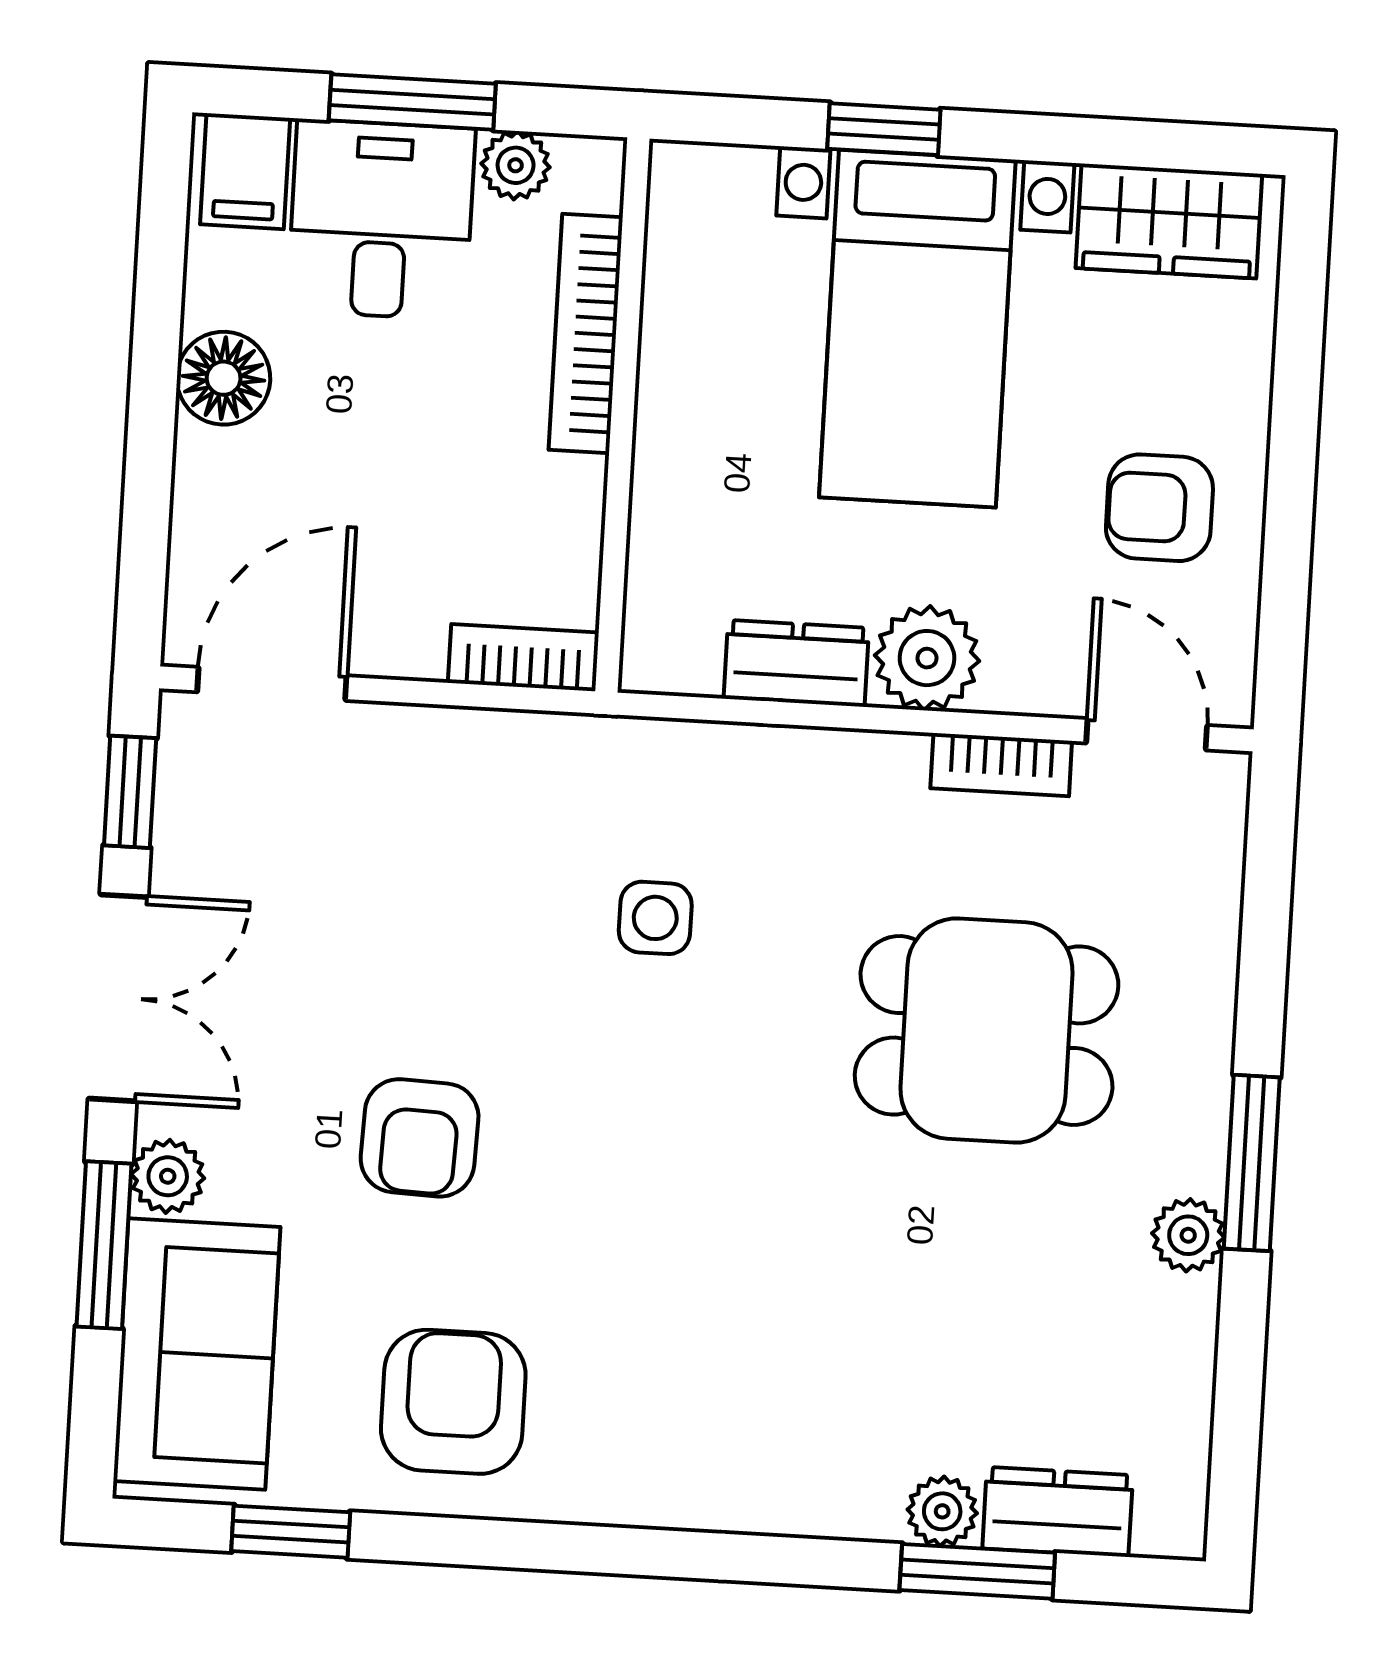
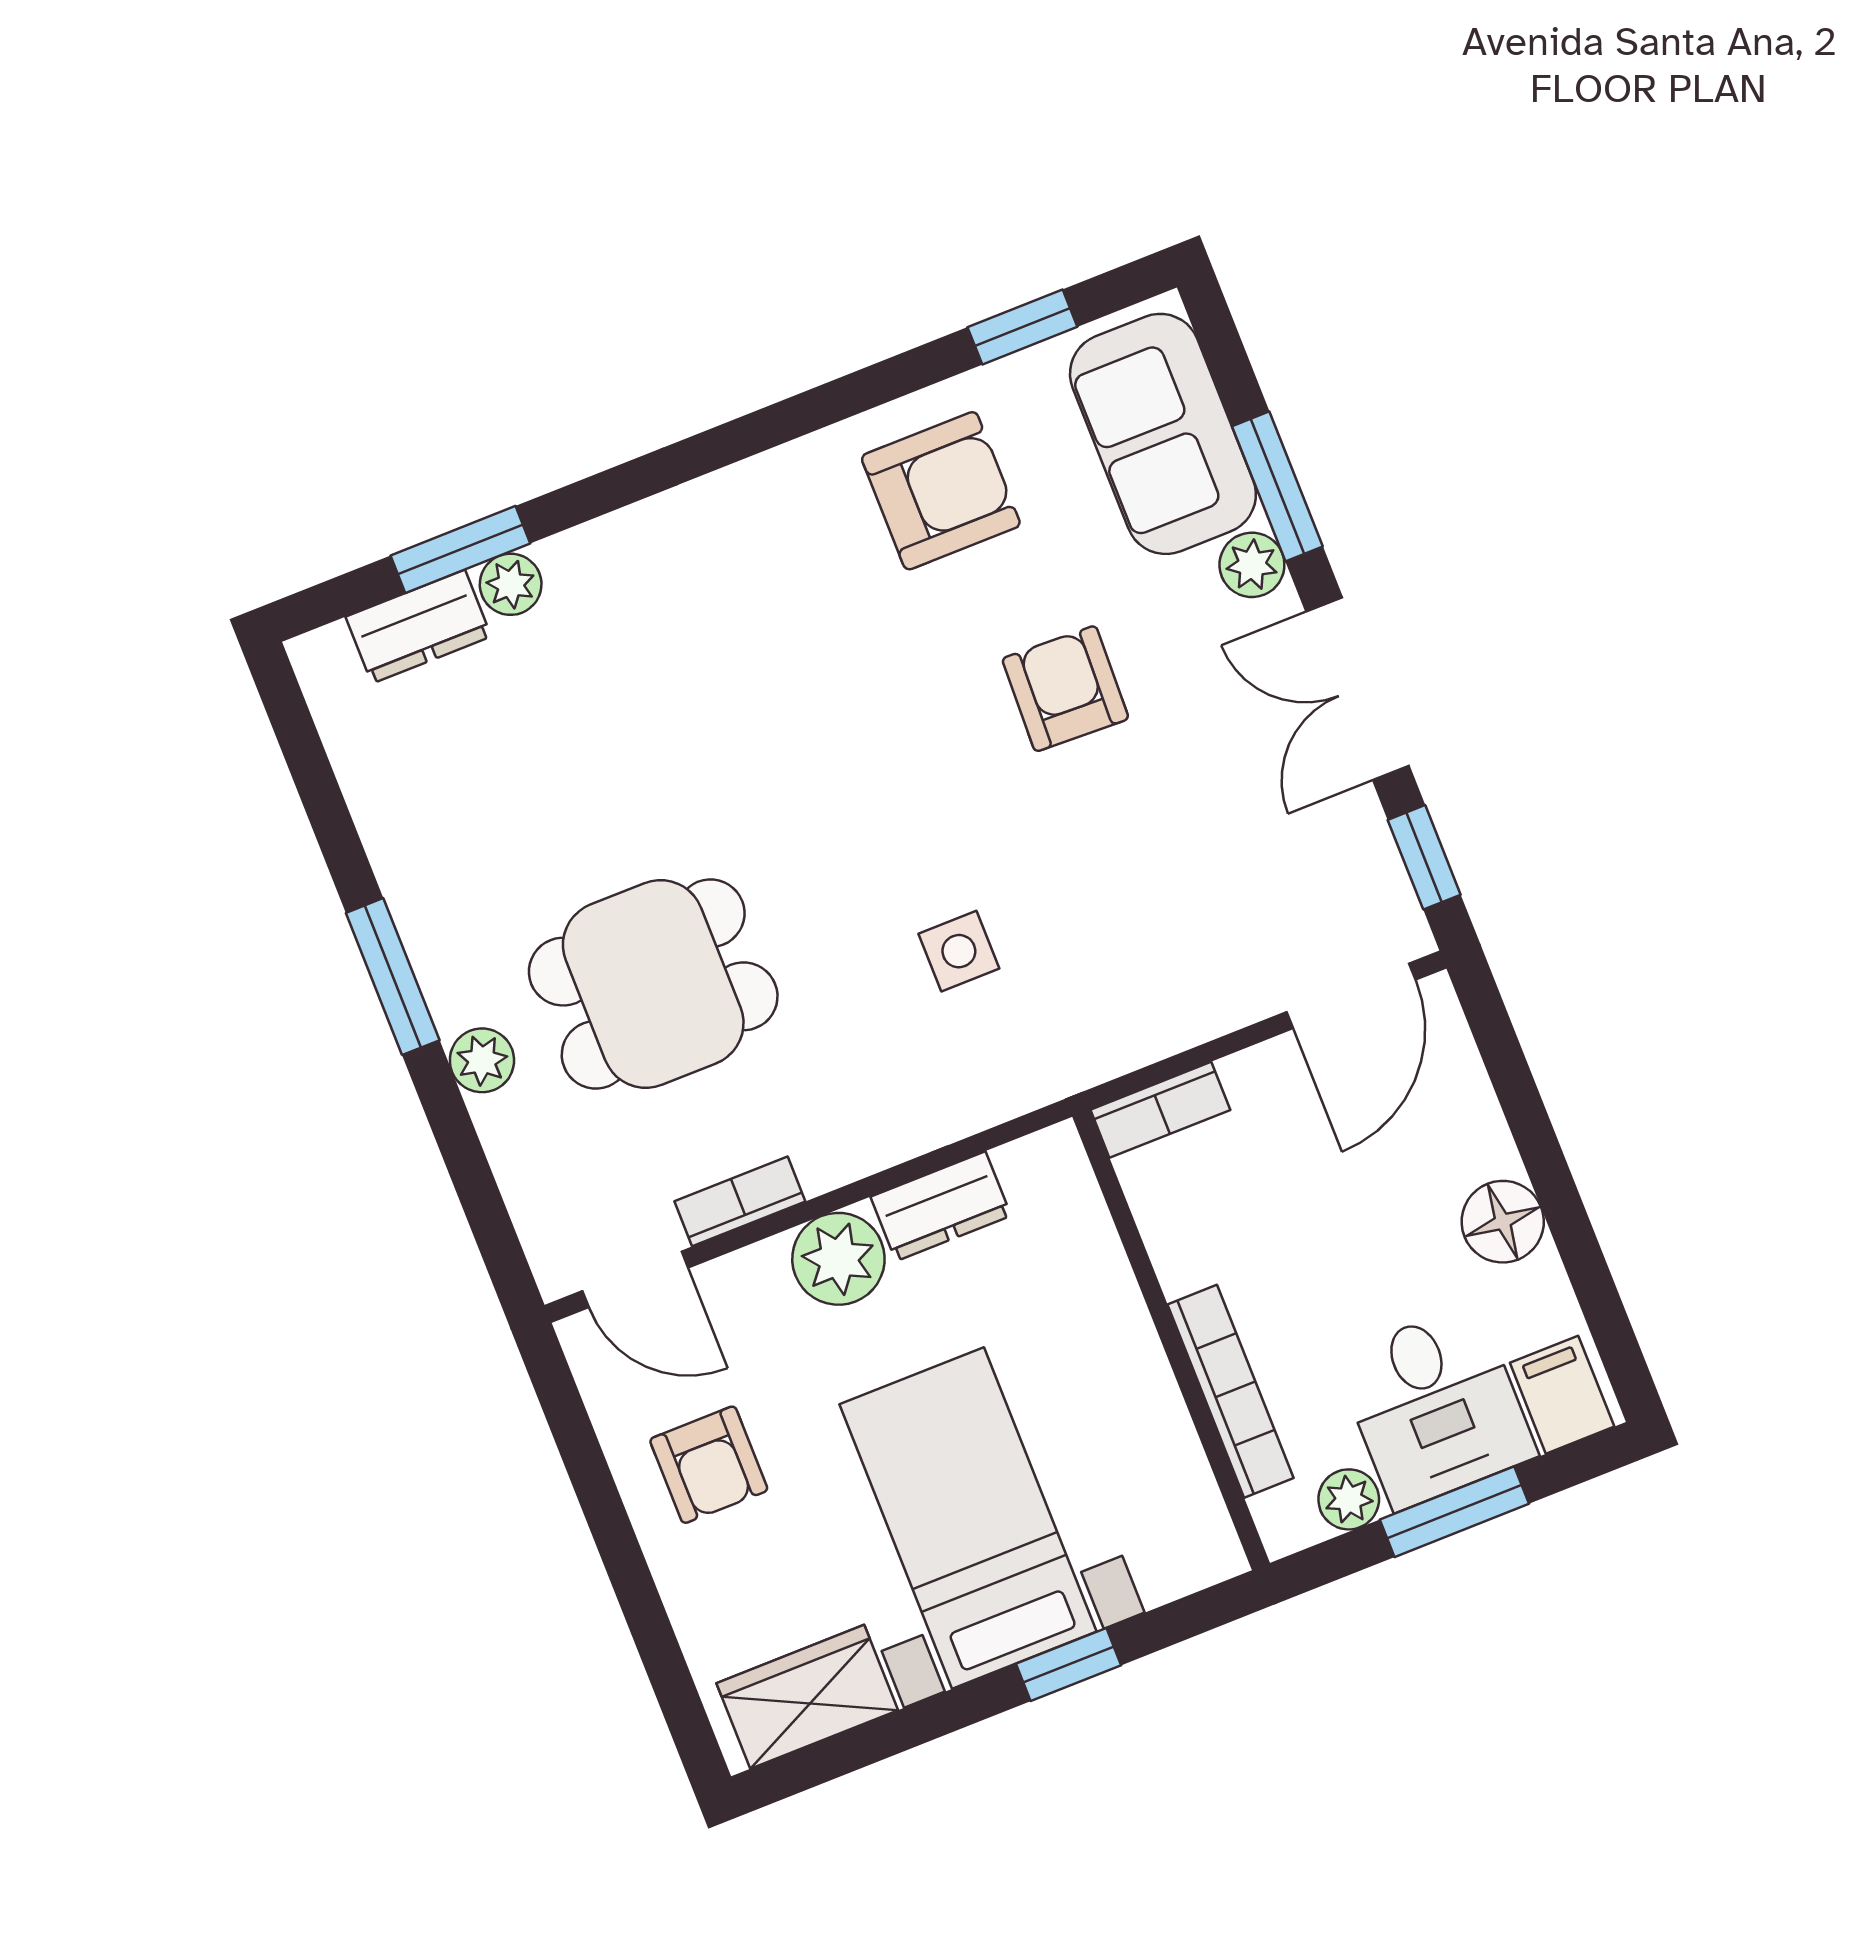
armchair: (1159, 508) -> (709, 1465), turned 90
plant: (1188, 1235) -> (482, 1060), moved
armchair: (453, 1402) -> (941, 491), turned -90

